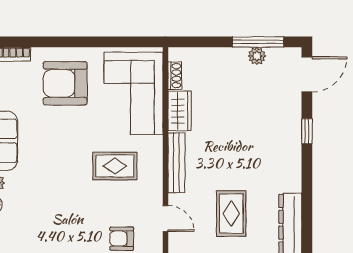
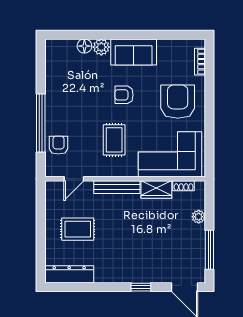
plant: (257, 56) -> (199, 217), moved
armchair: (56, 153) -> (124, 95), added

